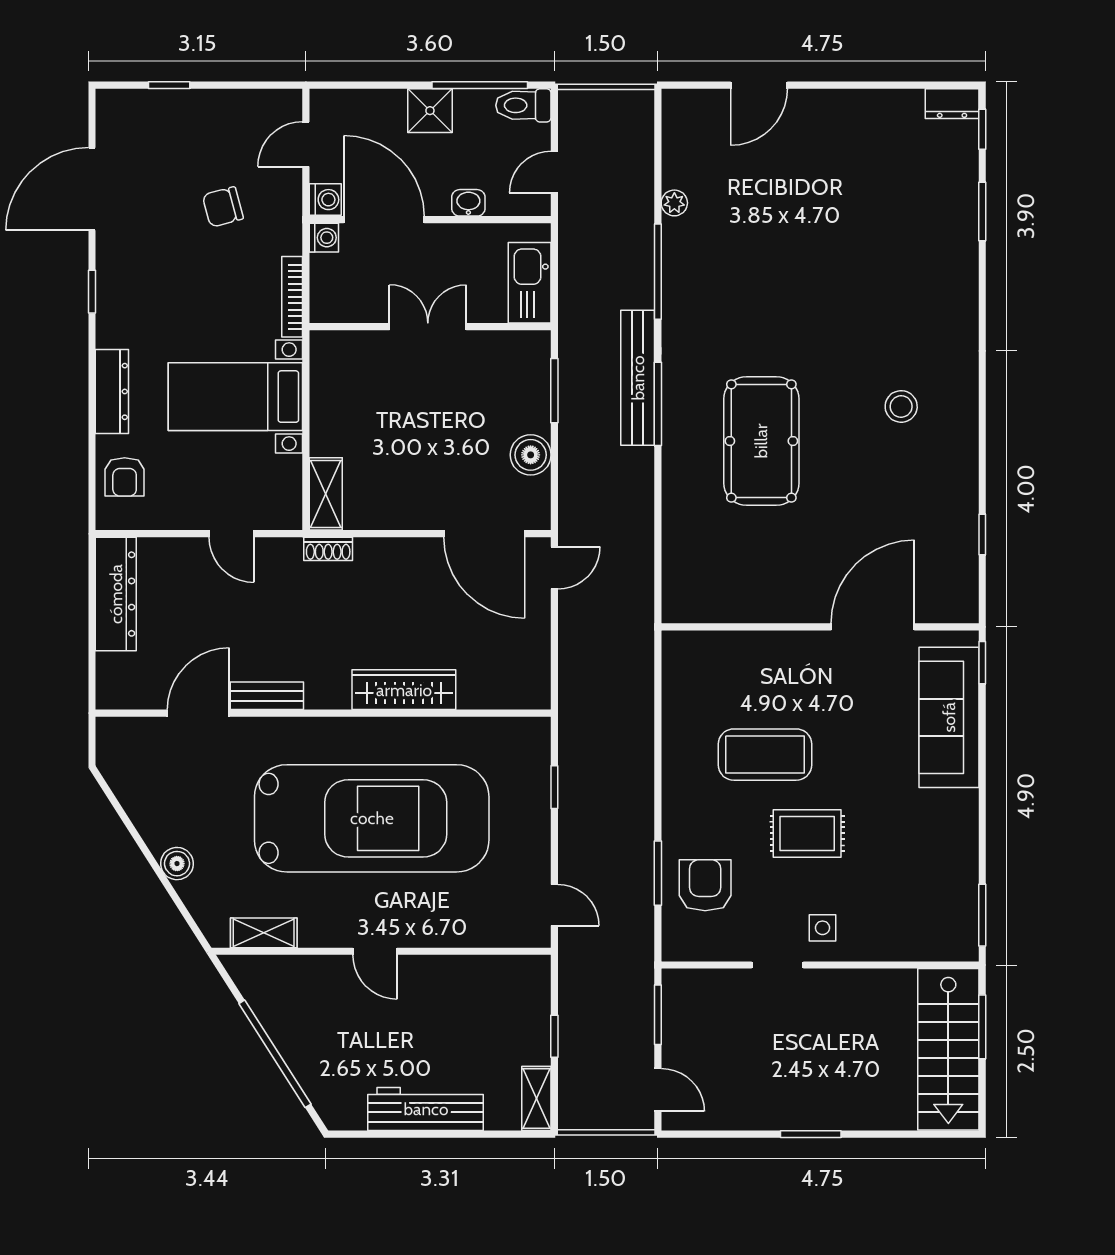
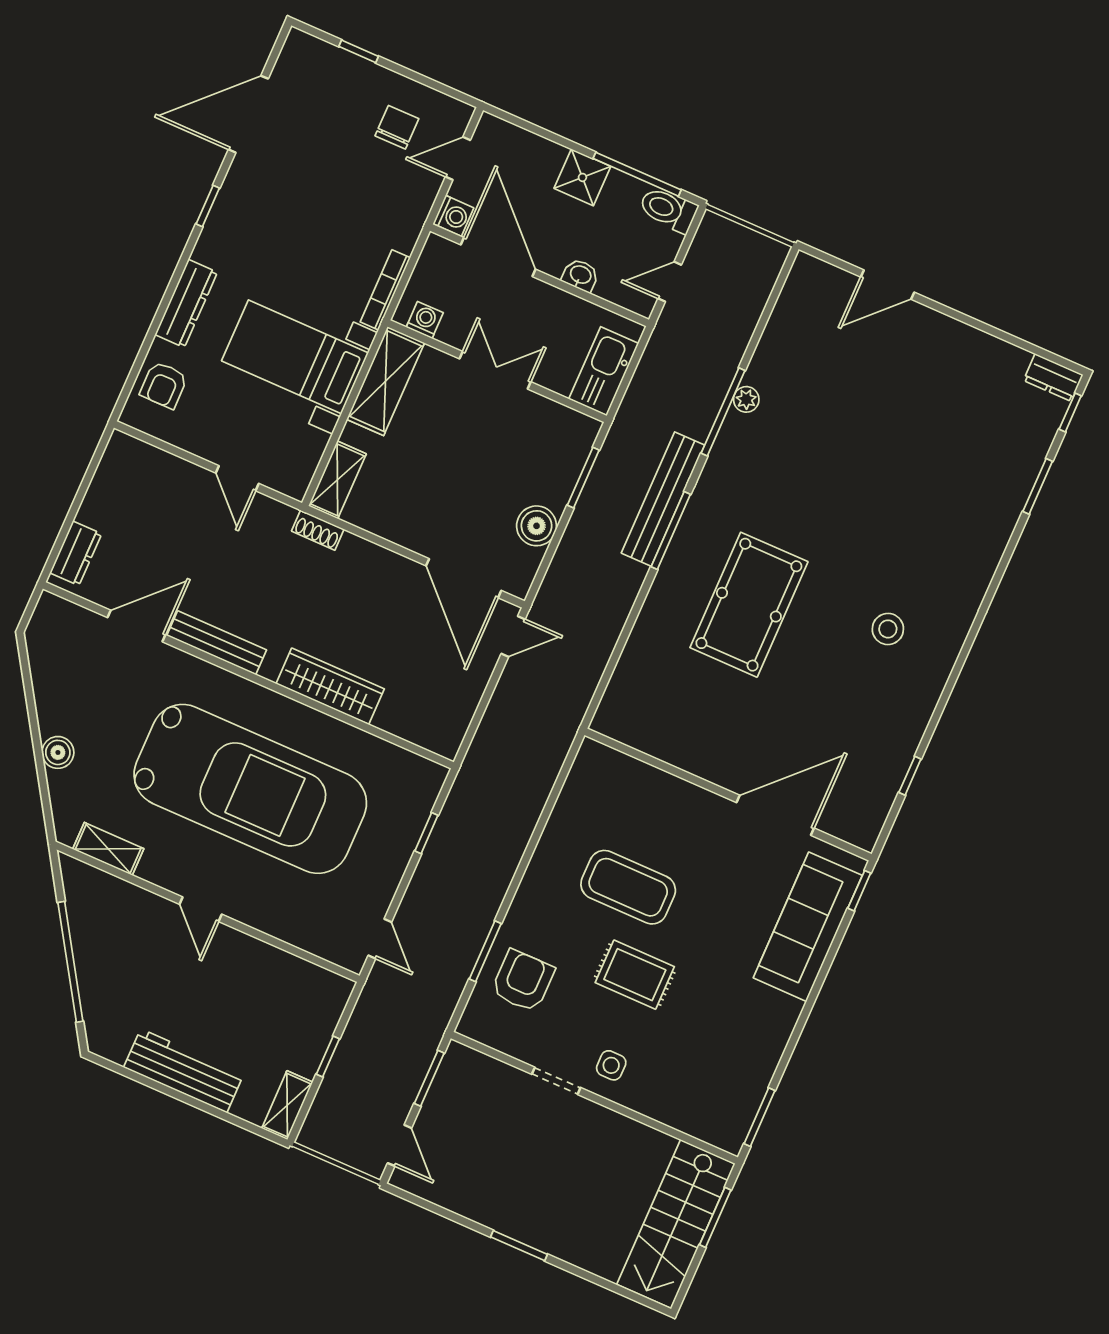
plant: (674, 203) -> (746, 399), moved
chair: (223, 207) -> (397, 127), moved, turned 105
washing machine: (324, 238) -> (425, 320), moved, turned -90
shelving: (330, 382) -> (386, 381), added
dresser: (116, 594) -> (76, 553), moved, width x0.51, depth x0.80
bench: (267, 696) -> (217, 643), width x1.36

